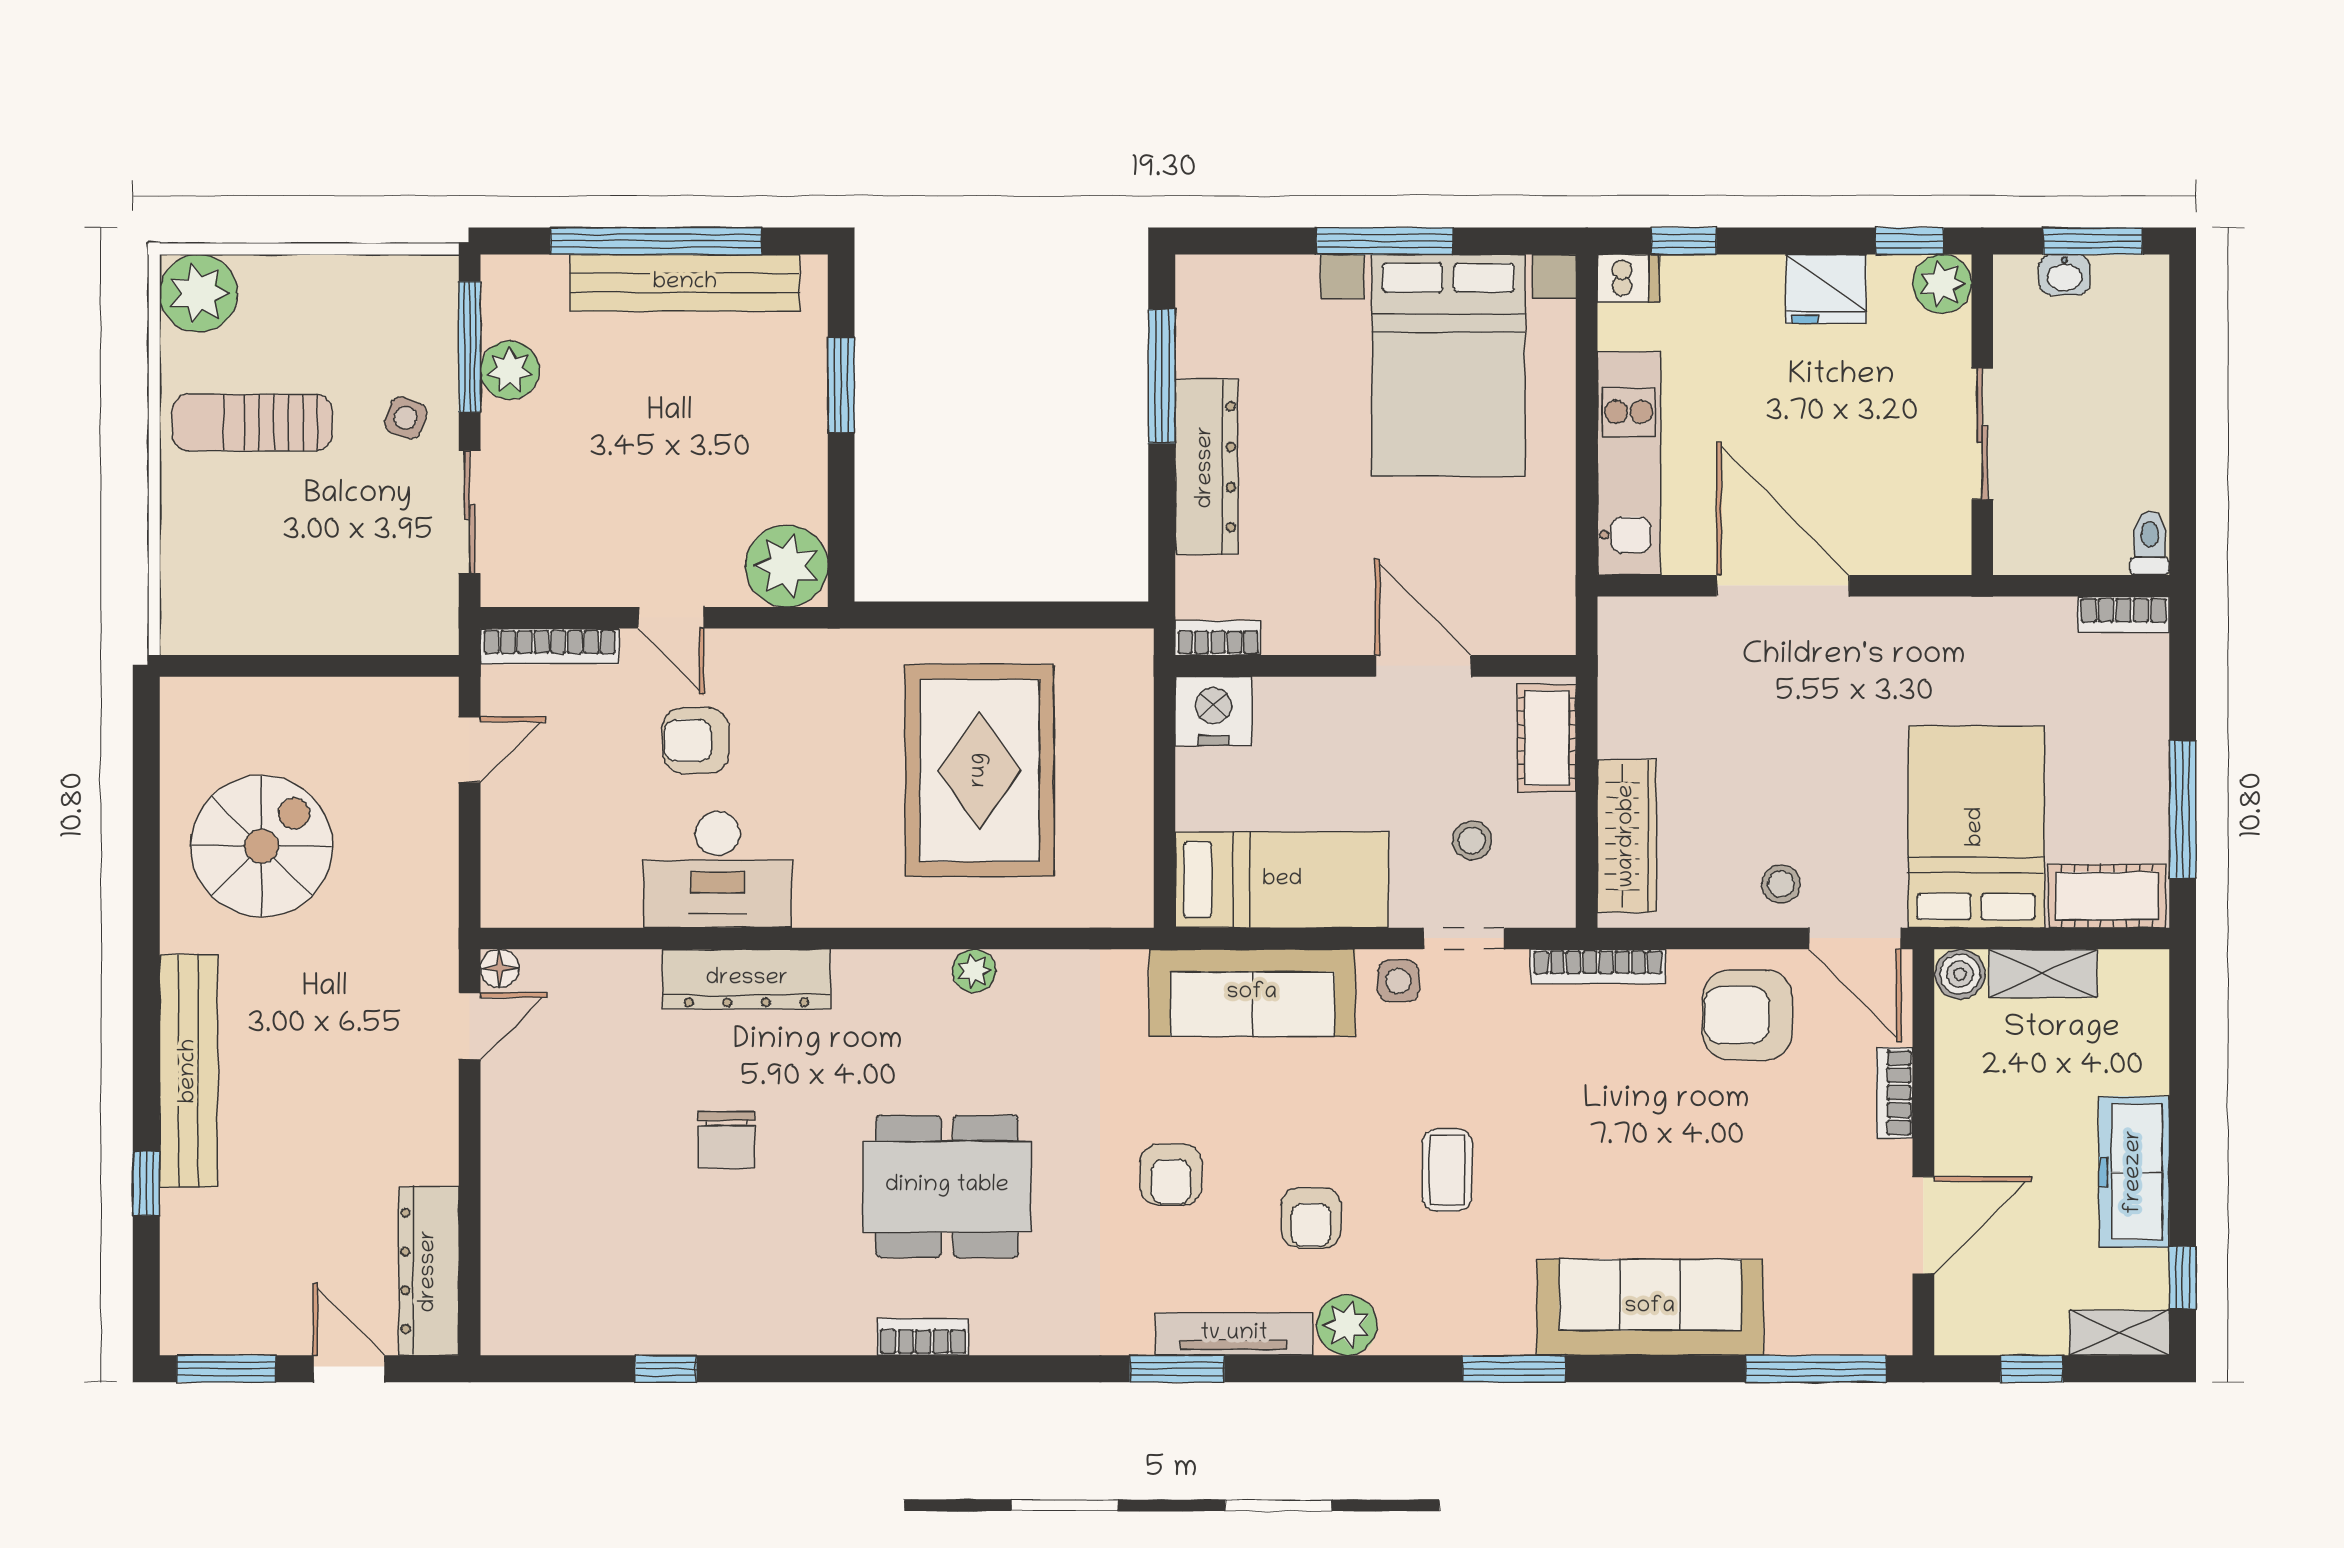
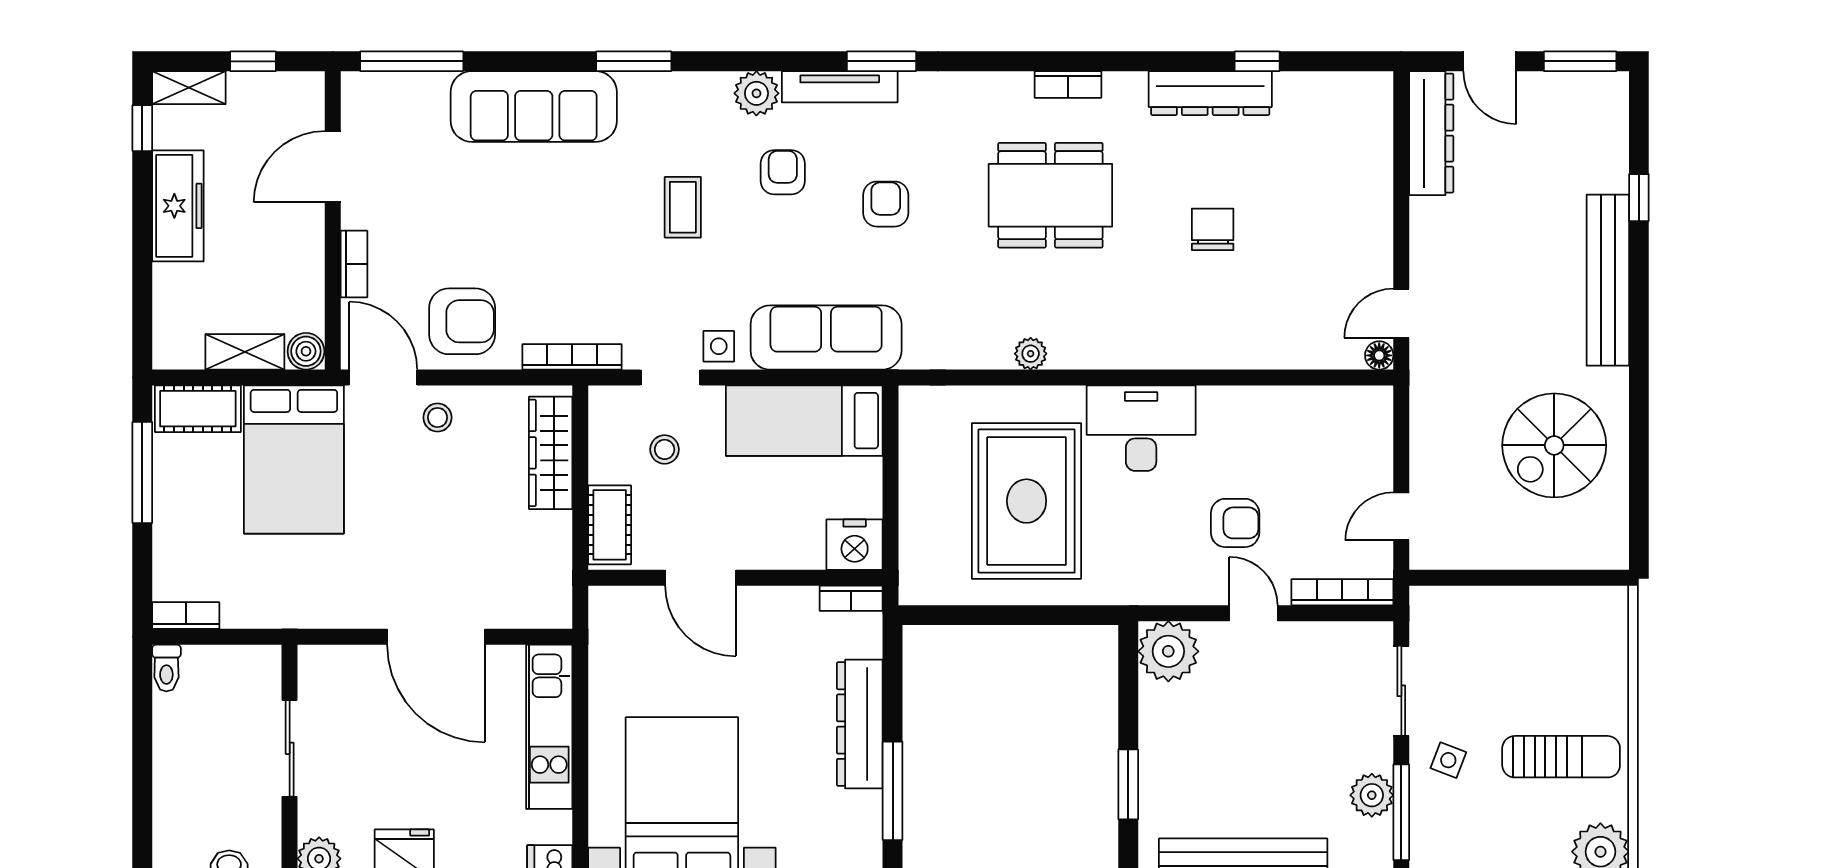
desk: (718, 870) -> (1141, 428), moved
dresser: (747, 979) -> (1210, 93), moved, turned 180

